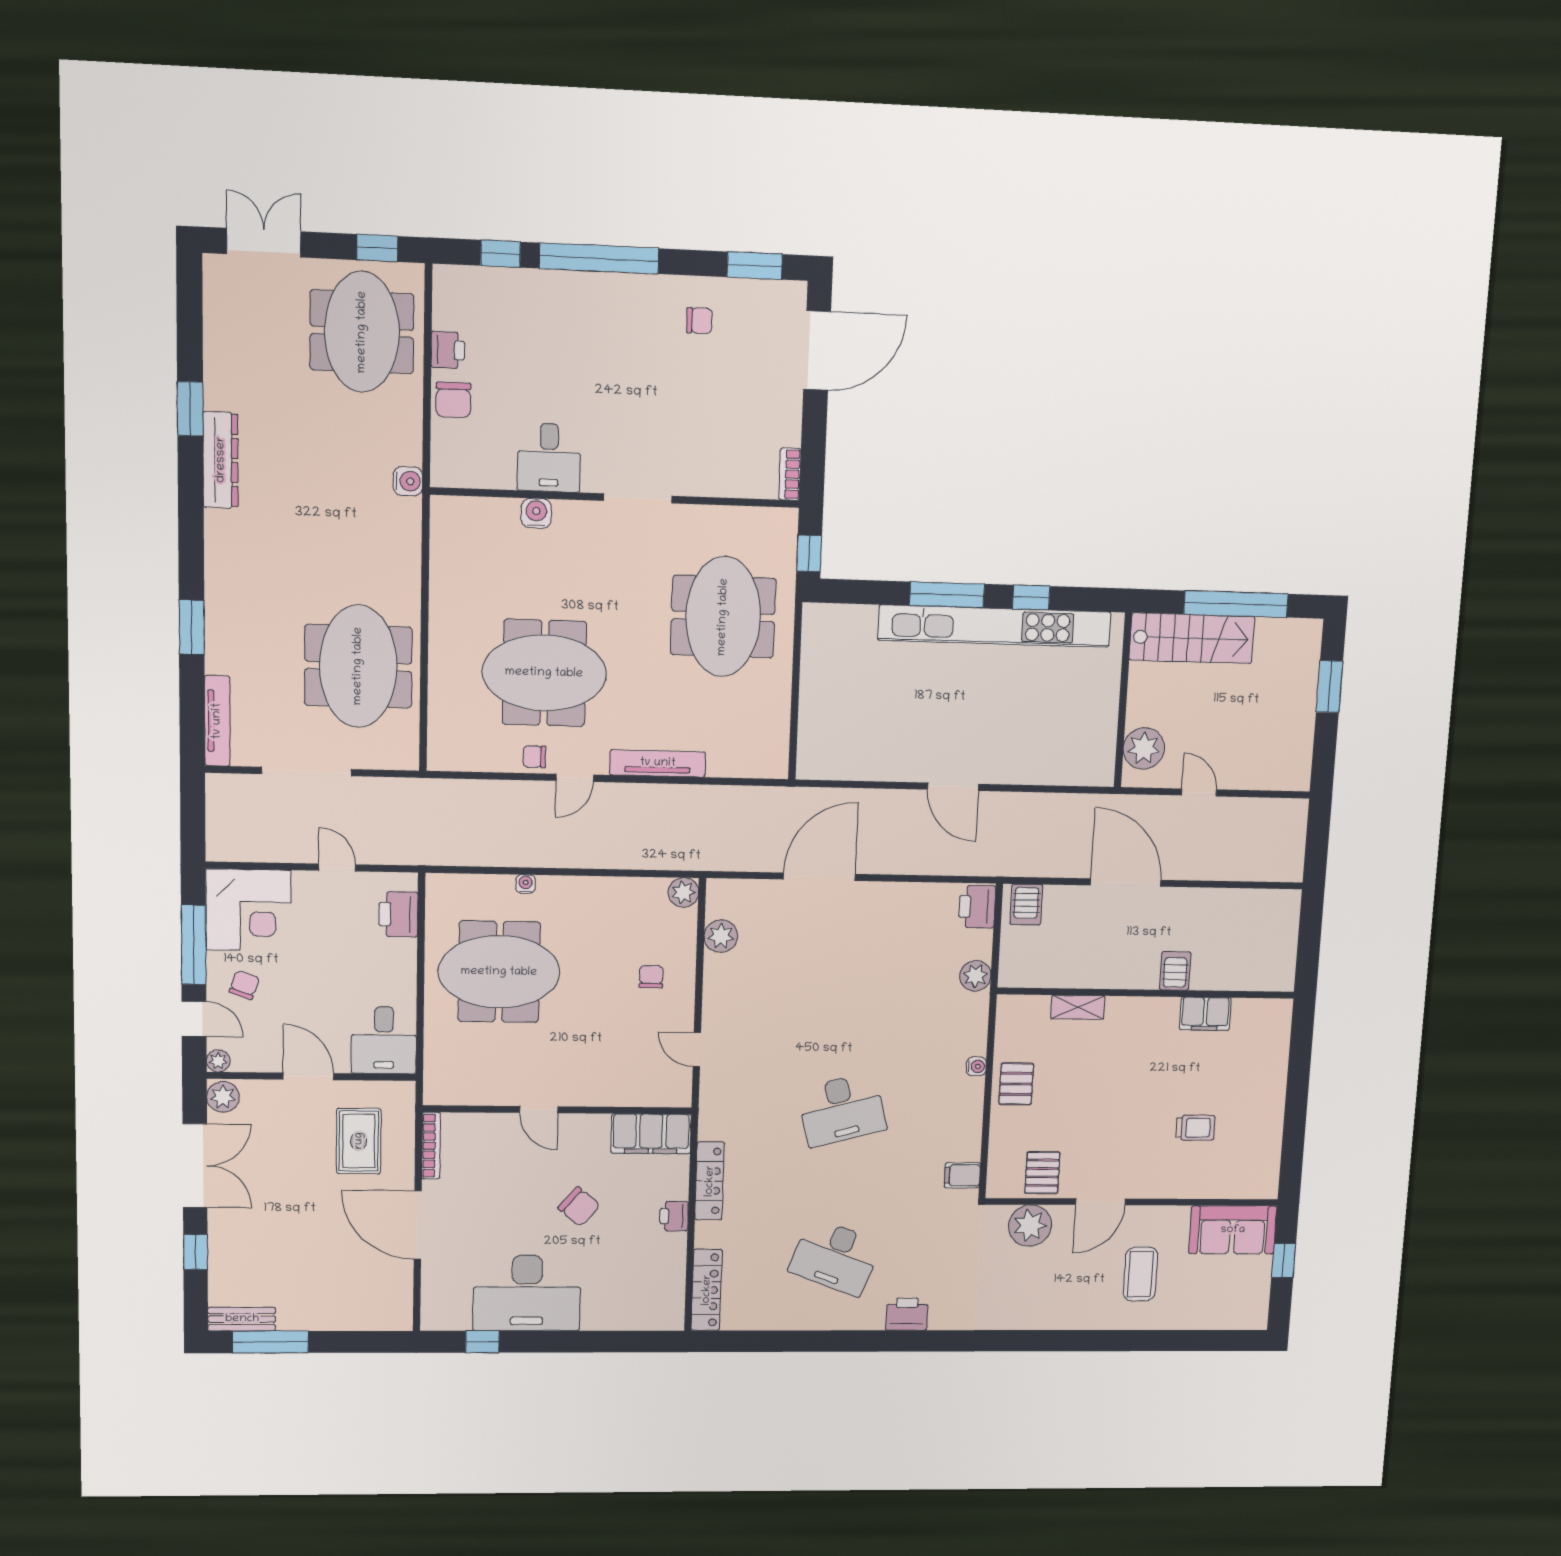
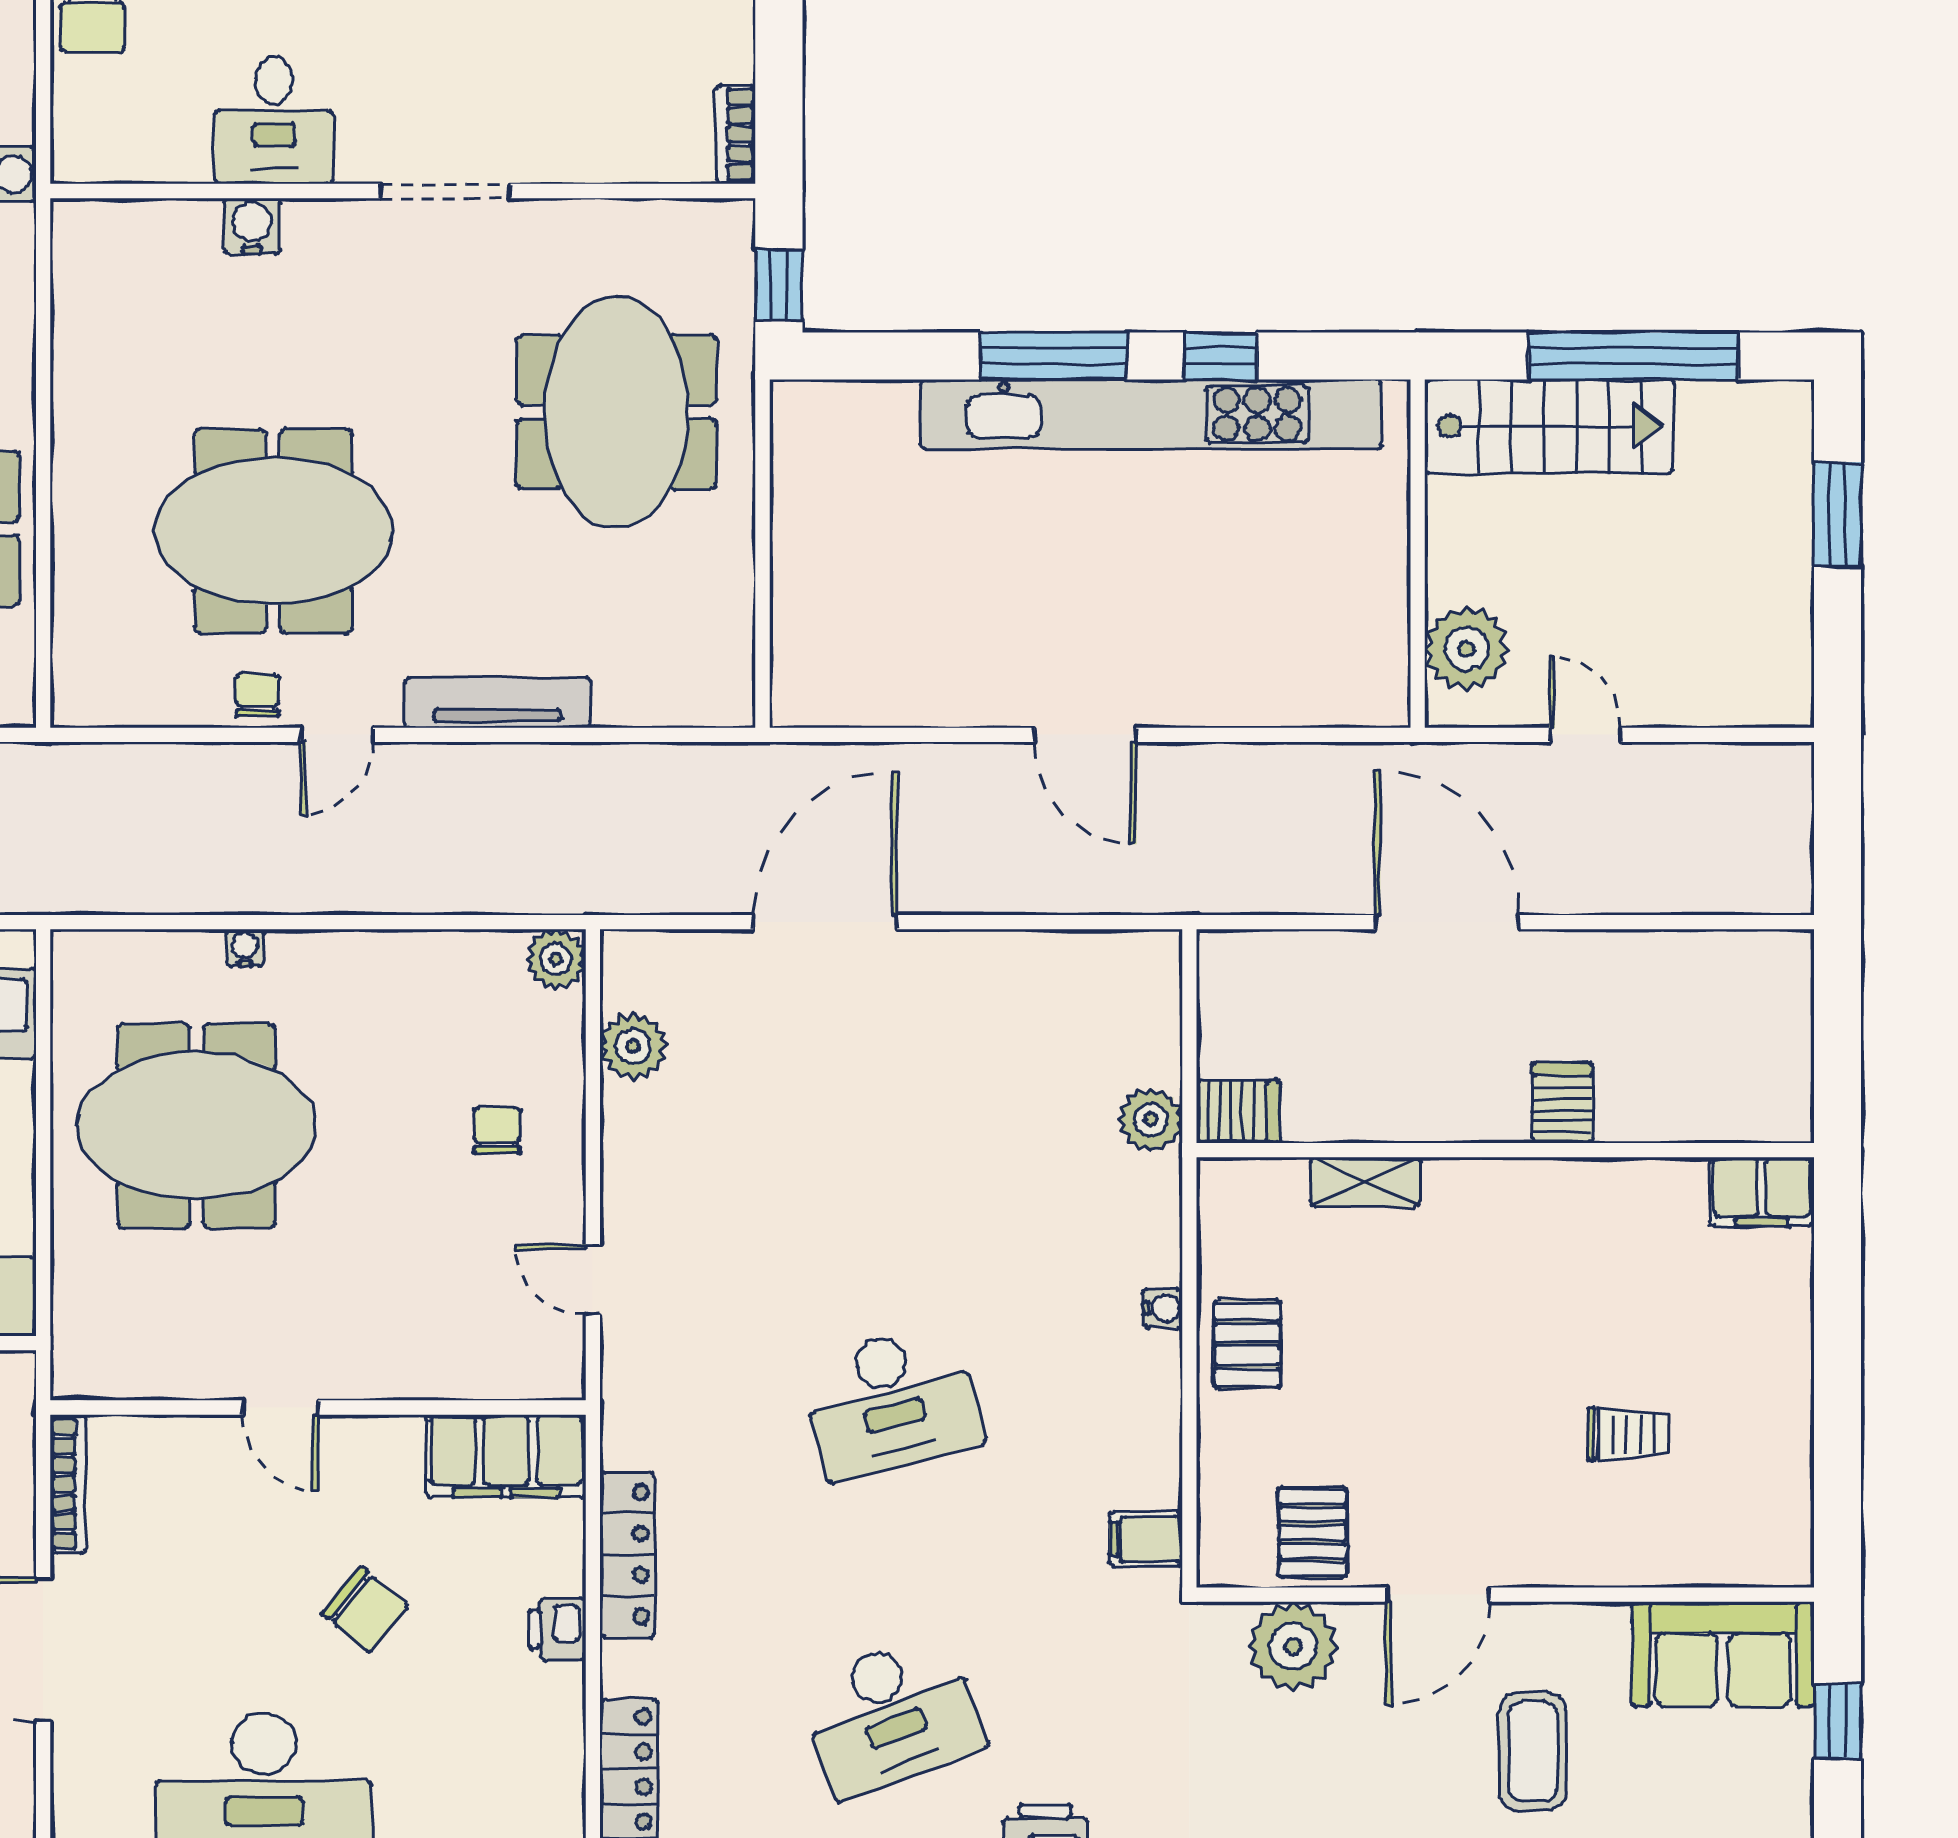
chair: (534, 757) -> (258, 695), turned 90
server rack: (1026, 905) -> (1238, 1112), moved, turned -90
printer: (977, 907) -> (1147, 977), removed
filing cabinet: (1205, 1014) -> (1762, 1192), moved
desk: (835, 1257) -> (891, 1715), turned -42

